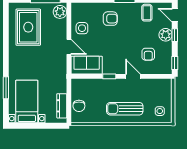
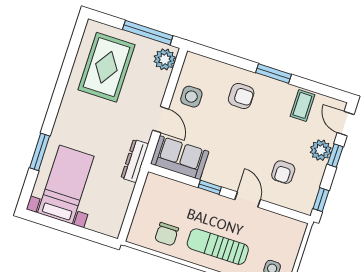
dresser: (62, 106) -> (135, 161), moved
chair: (79, 106) -> (167, 234), moved

